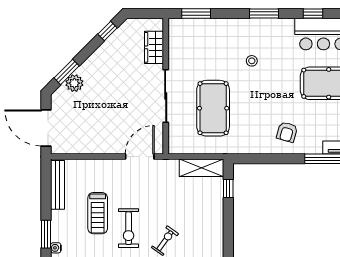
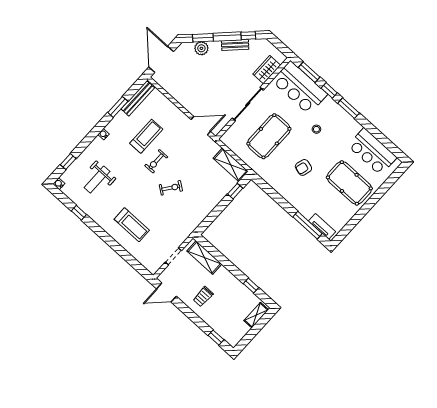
window: (313, 14) -> (329, 90), moved
bar counter: (200, 36) -> (300, 88), added
bench: (103, 51) -> (235, 45), added
armchair: (287, 132) -> (303, 167), moved
treadmill: (98, 213) -> (146, 136), turned 180
exercise bike: (129, 228) -> (156, 161), width x0.73, depth x0.72
window: (46, 234) -> (118, 107), moved

